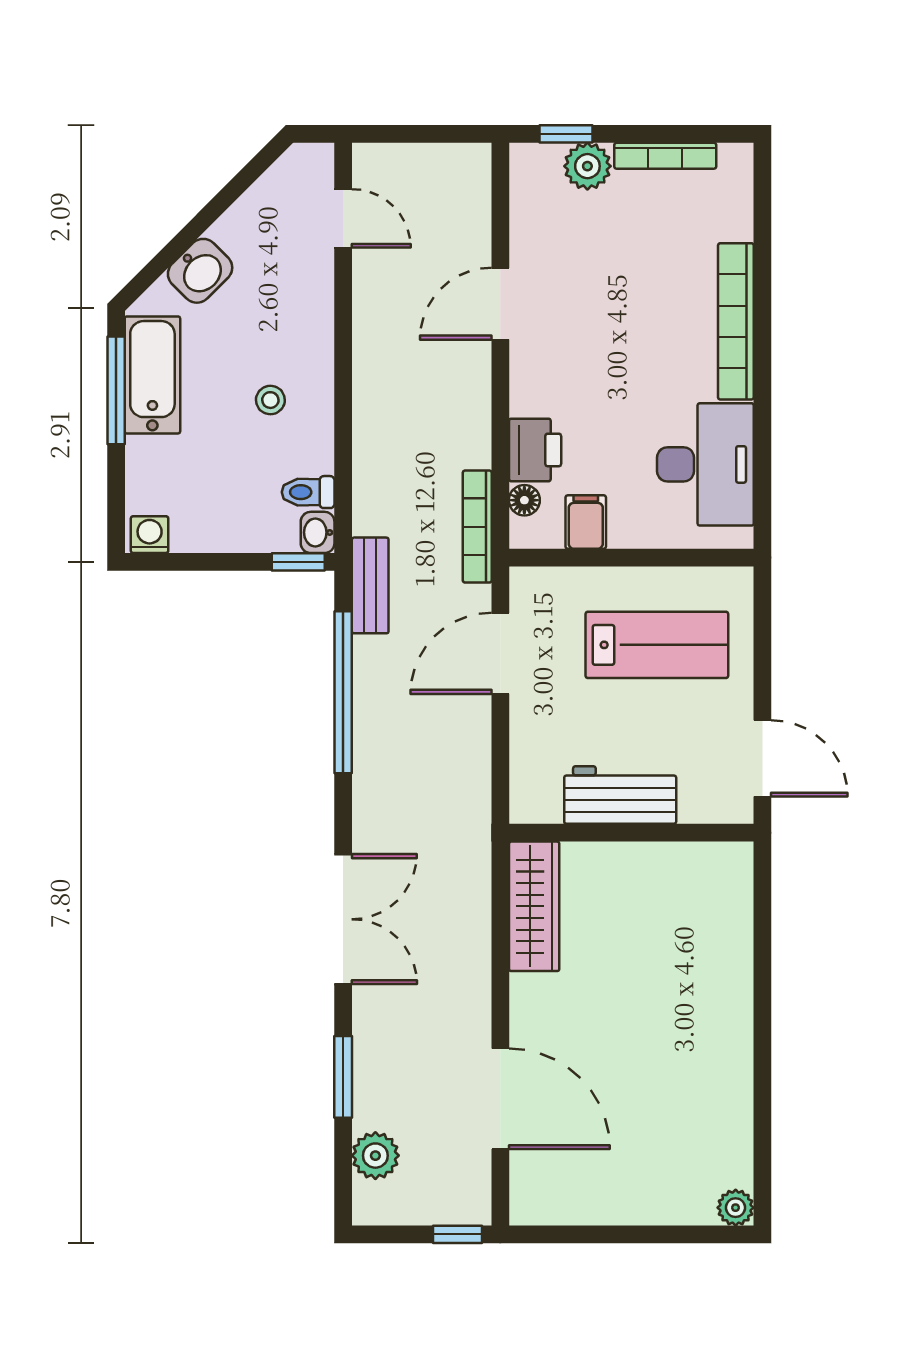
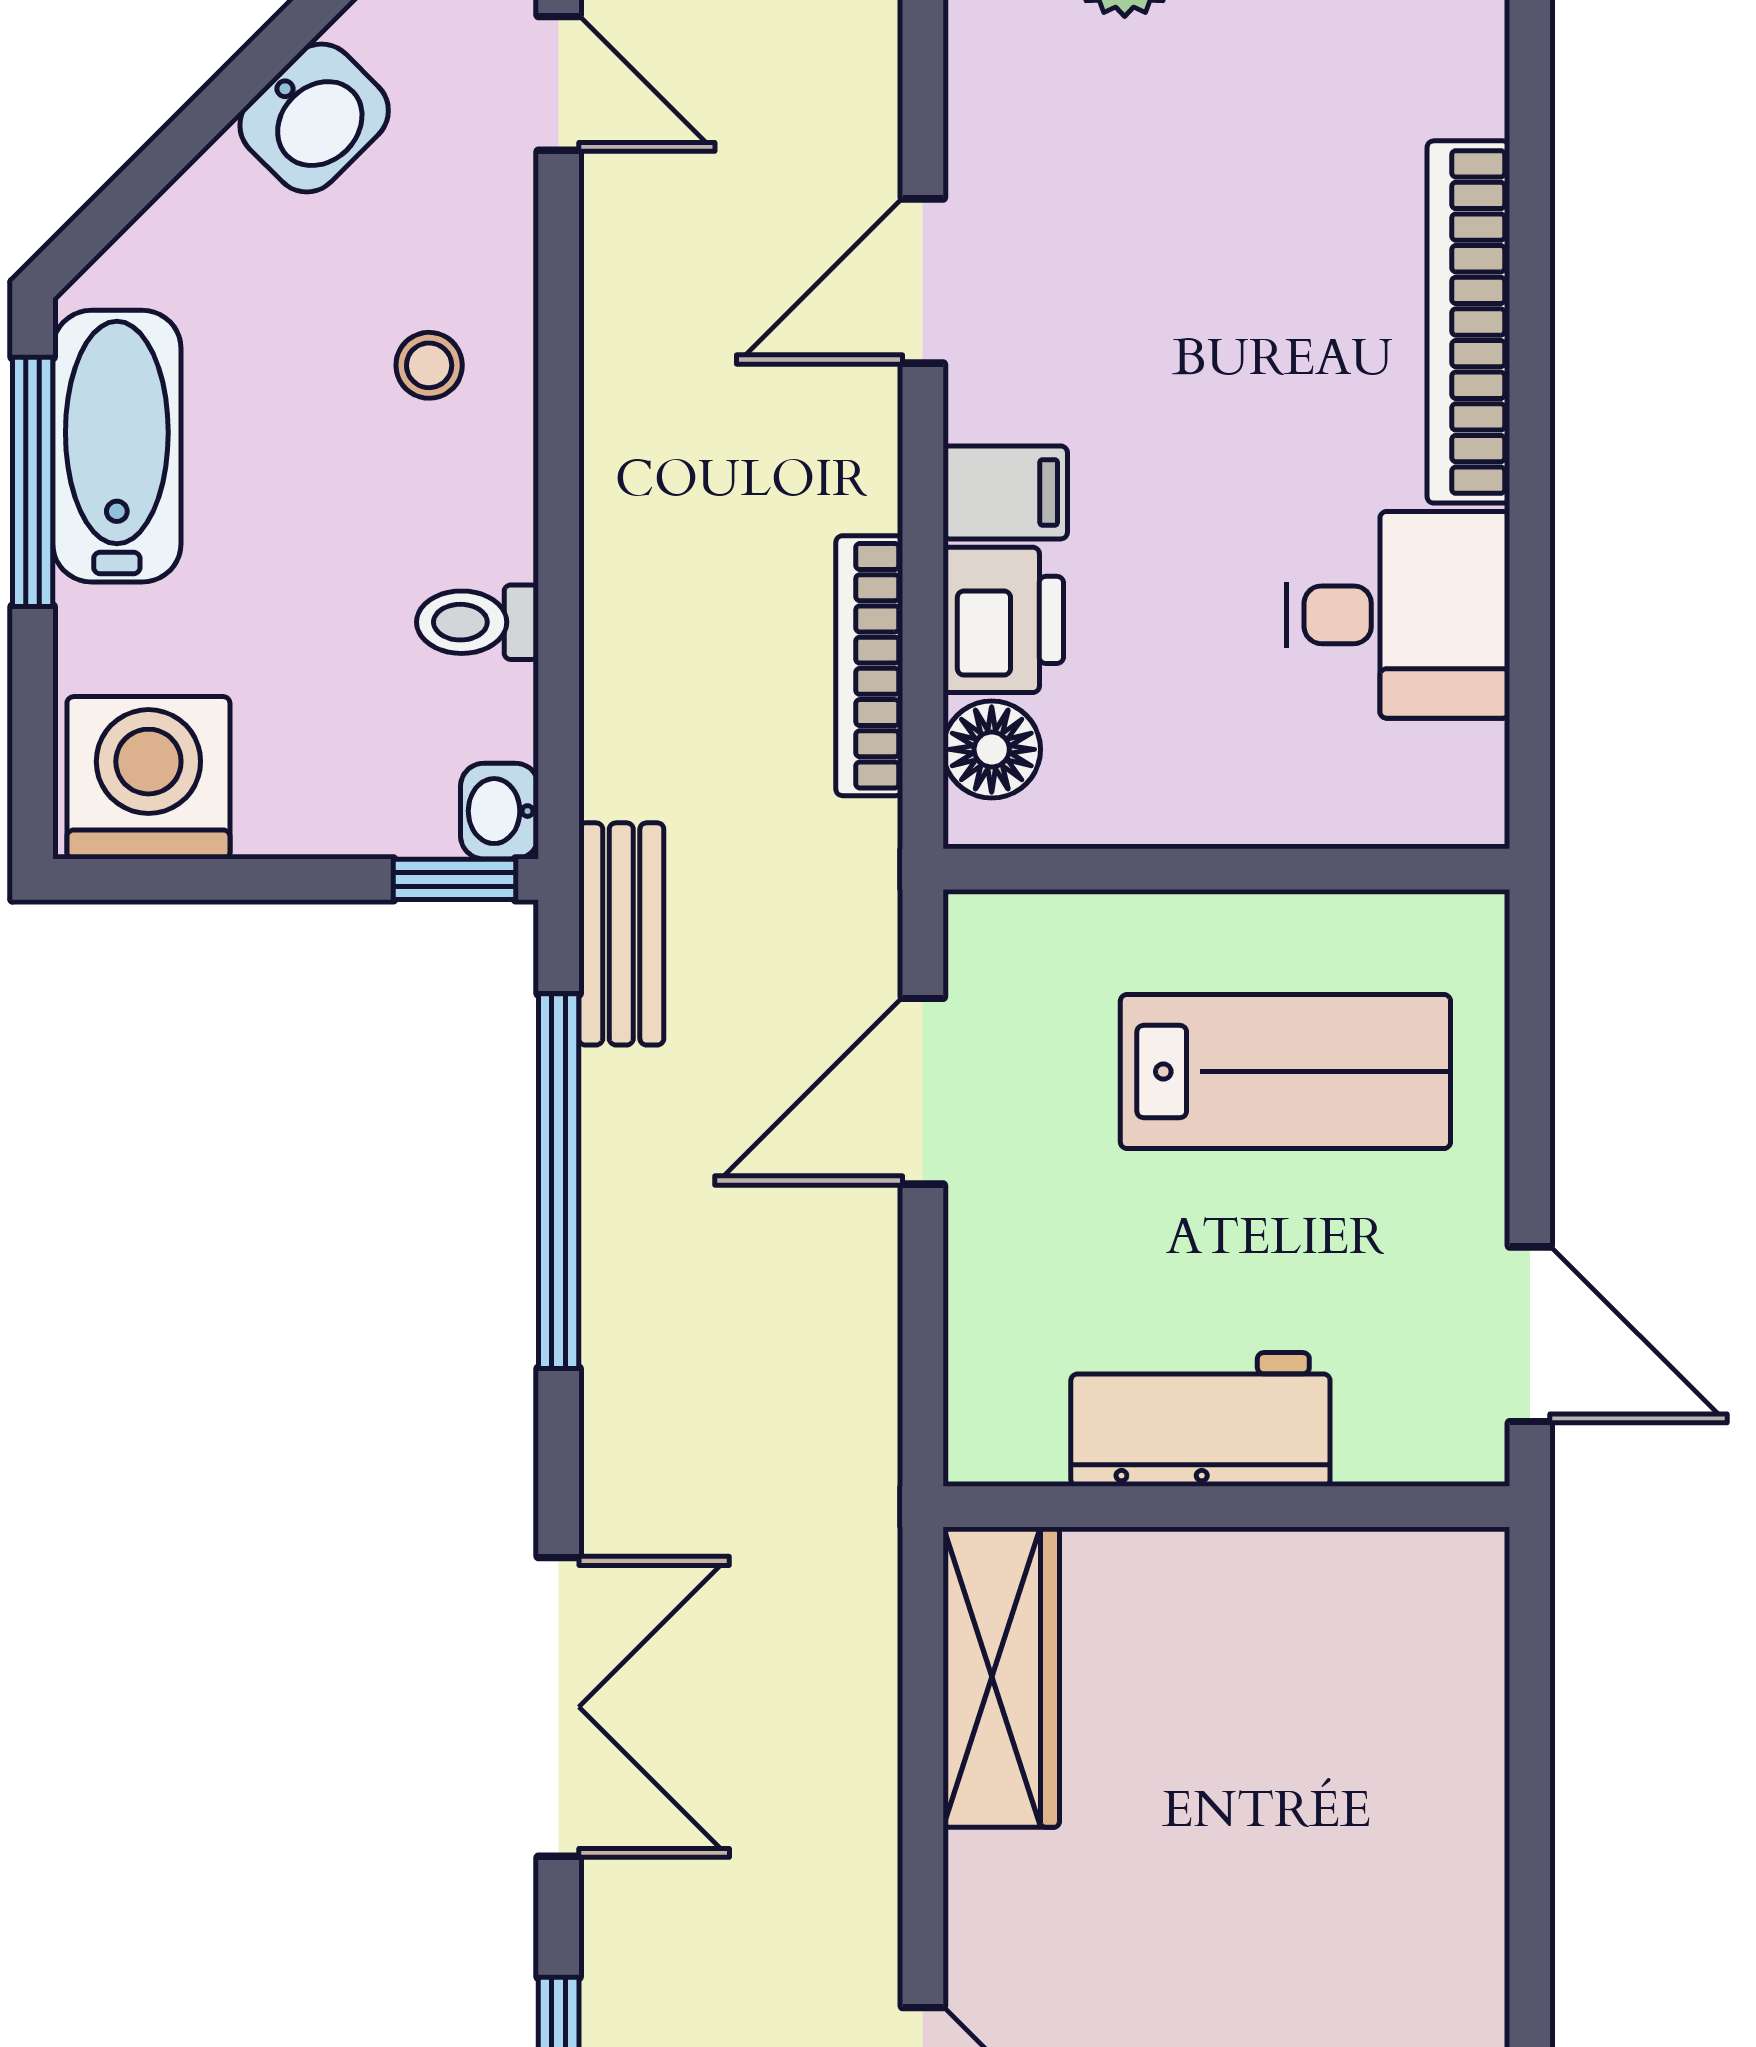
washbasin: (200, 271) -> (314, 118), moved
stool: (270, 400) -> (429, 365), moved
desk: (705, 464) -> (1398, 615), width x0.73
toilet: (308, 492) -> (477, 622), moved
floor lamp: (524, 500) -> (992, 749), width x1.37, depth x1.37
filing cabinet: (586, 522) -> (1005, 492), moved, turned 90
bookcase: (477, 527) -> (869, 666), moved
washing machine: (150, 535) -> (148, 778), width x1.89, depth x1.89

